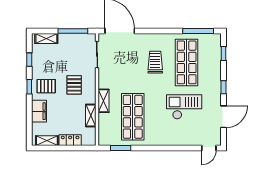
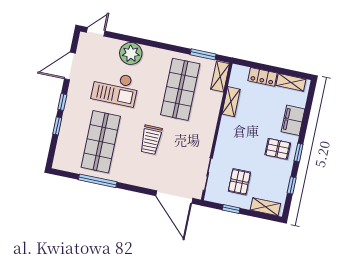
window: (73, 31) -> (231, 209), width x0.46
window: (198, 31) -> (98, 181), moved
window: (223, 54) -> (57, 126), moved
trolley: (155, 62) -> (151, 140), moved
pallet: (74, 85) -> (239, 182), moved
shelving: (104, 101) -> (220, 77), moved
plant: (178, 137) -> (131, 53), added

